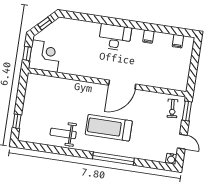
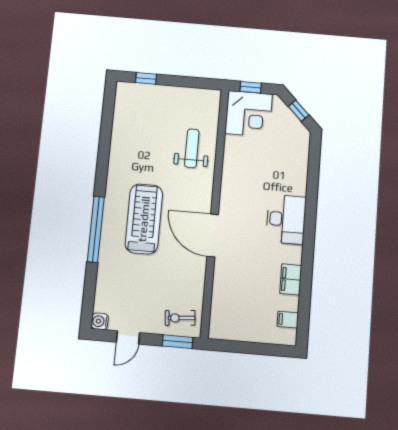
filing cabinet: (148, 37) -> (291, 279), width x2.00
weight bench: (63, 133) -> (192, 148), moved

